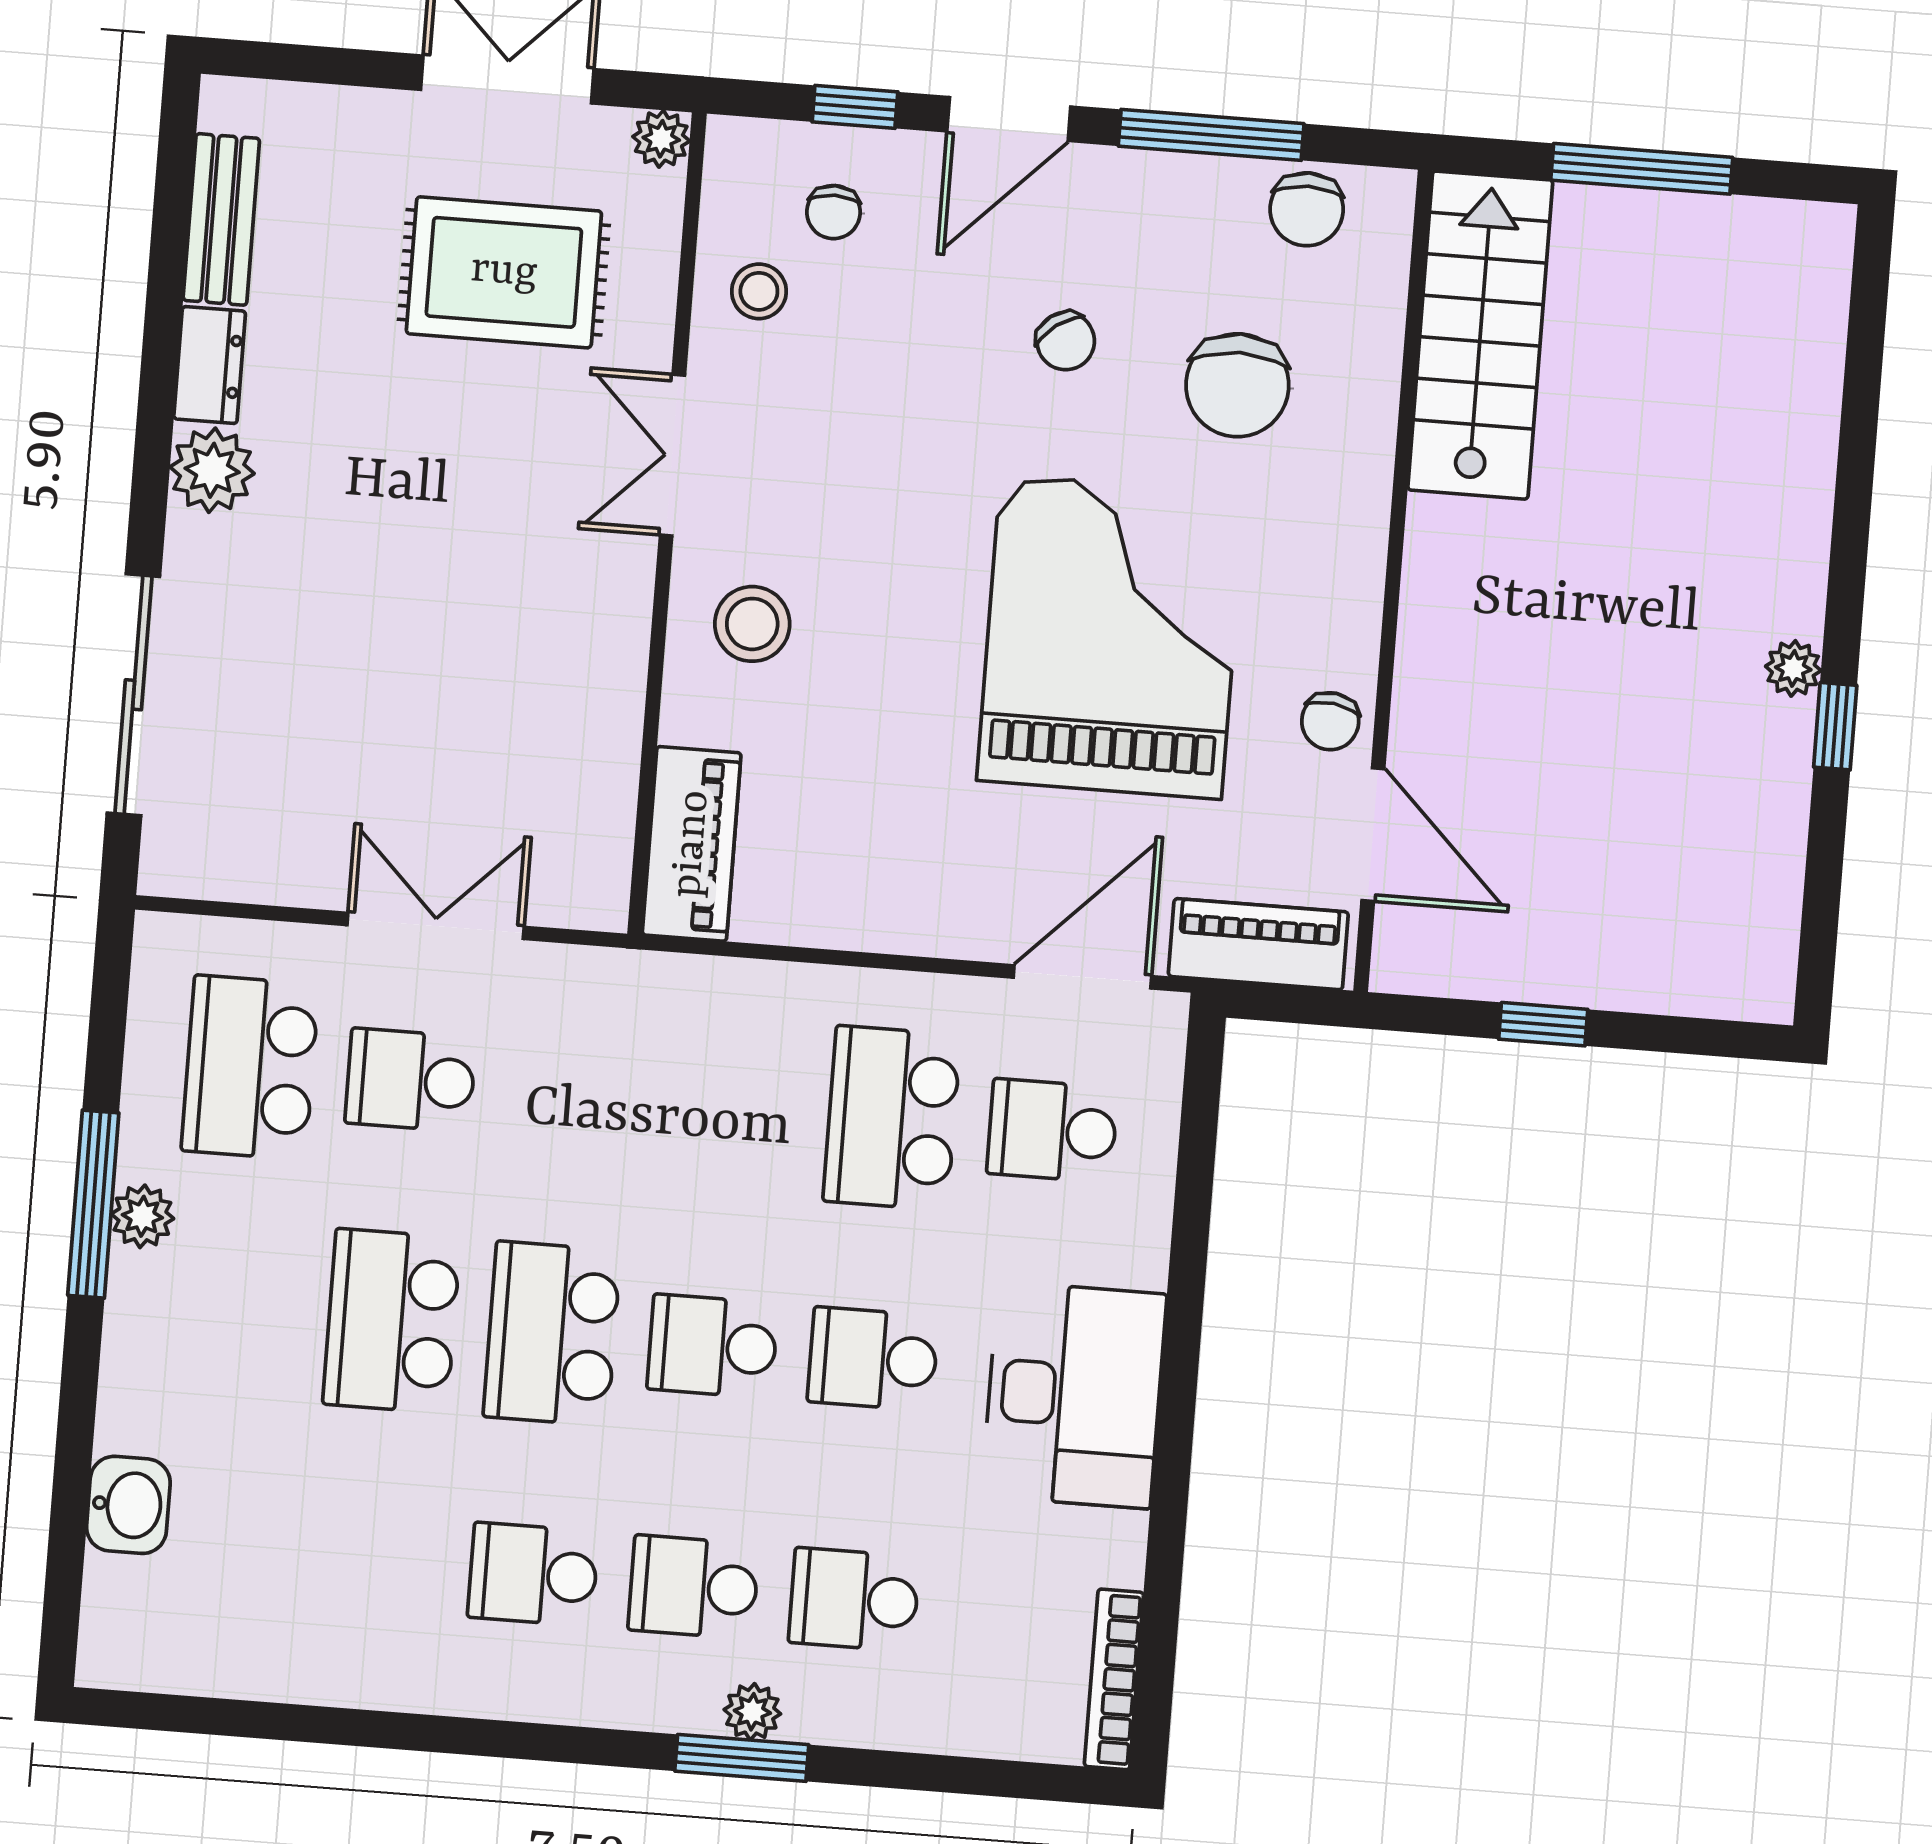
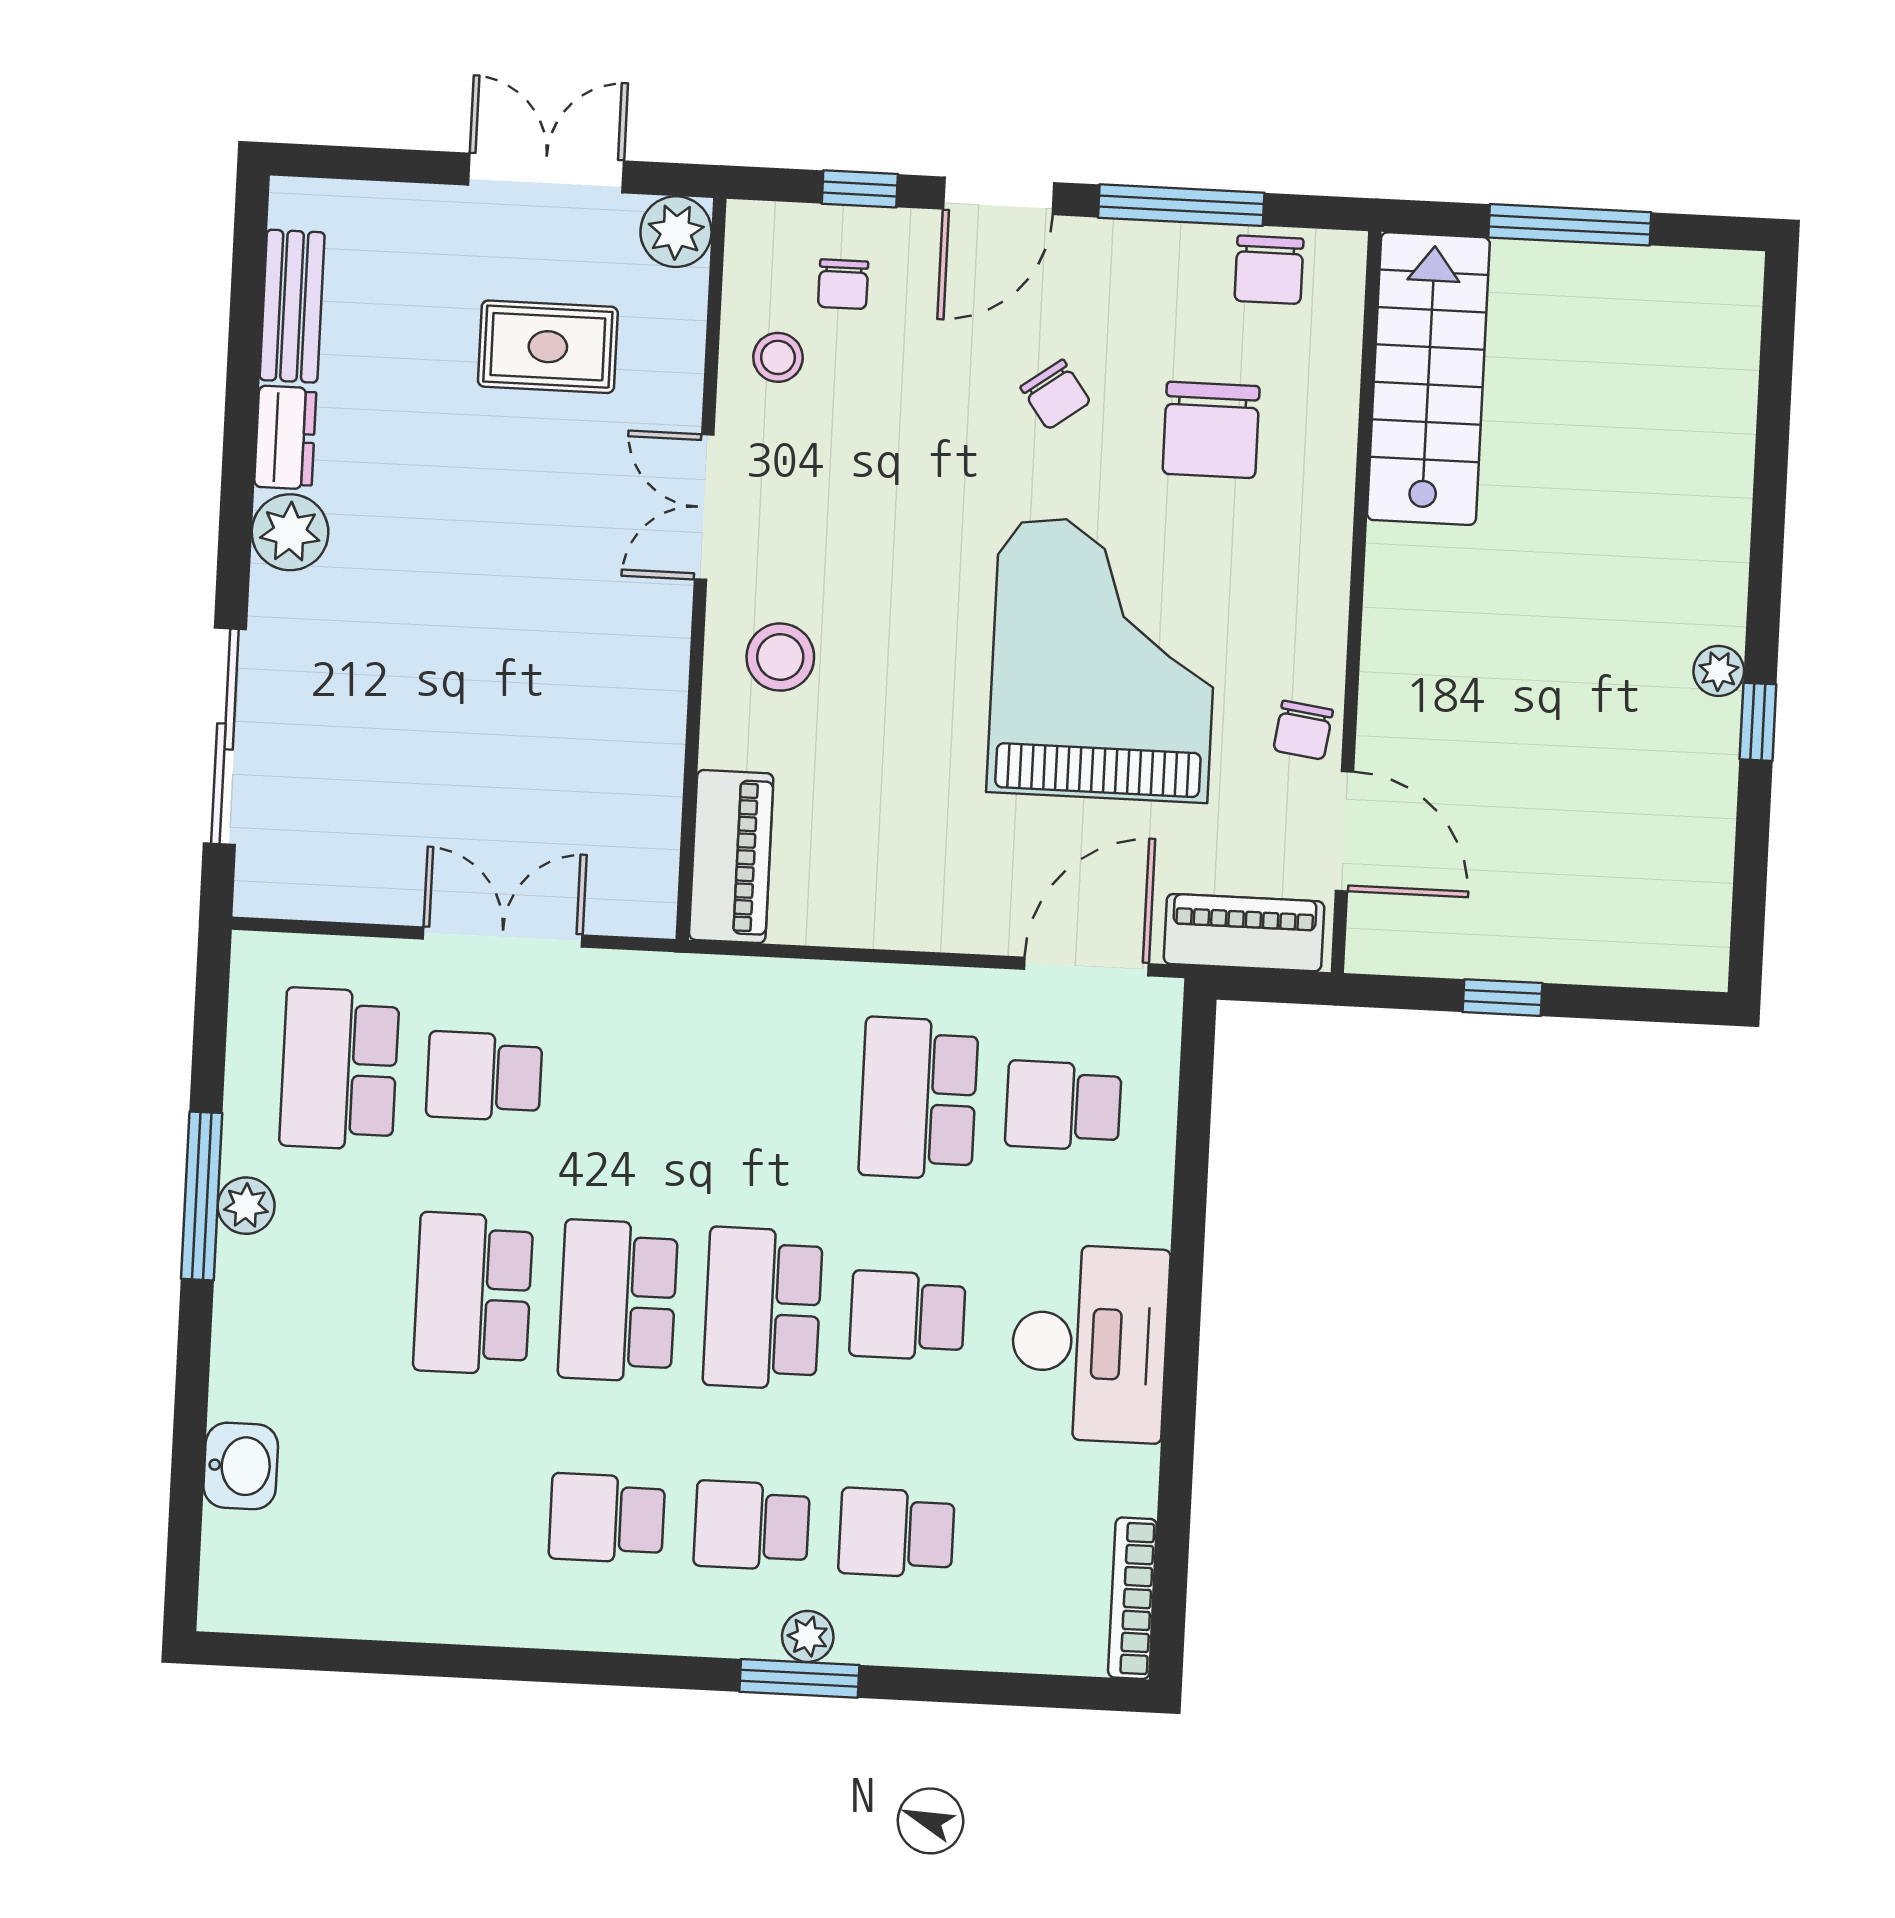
plant: (661, 139) -> (676, 232), width x1.38, depth x1.38
rug: (504, 272) -> (548, 347), width x0.73, depth x0.70
school desk: (713, 1346) -> (763, 1308), width x1.85

